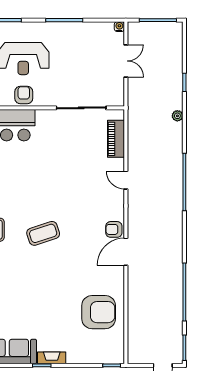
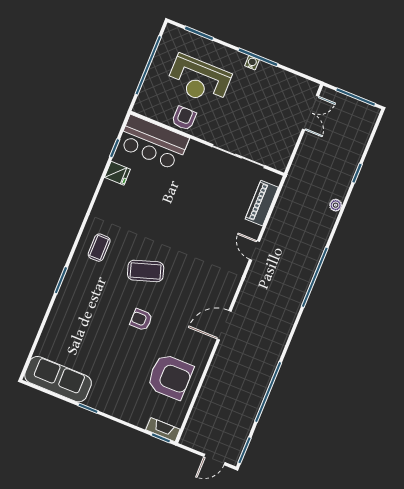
water cooler: (119, 27) -> (252, 63), moved
double door: (126, 61) -> (310, 113), moved
armchair: (114, 229) -> (141, 320), moved
fireplace: (52, 358) -> (163, 430), moved

